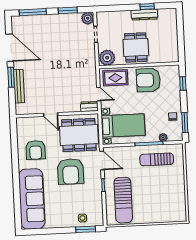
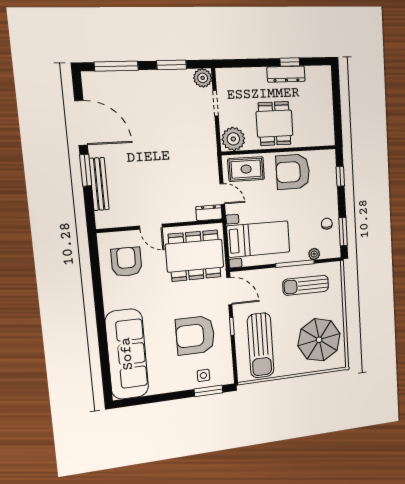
armchair: (35, 150) -> (126, 262), moved, turned 180
armchair: (71, 171) -> (195, 335), moved, turned 90
parasol: (166, 199) -> (319, 340), added

